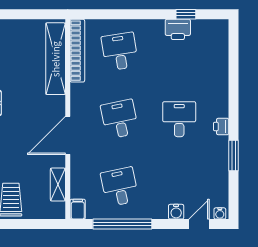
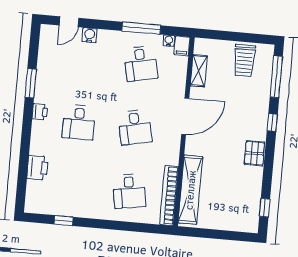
printer: (178, 29) -> (37, 168), moved, turned 90
water cooler: (220, 213) -> (169, 41), moved
window: (122, 224) -> (141, 28), width x0.68

